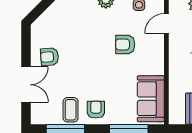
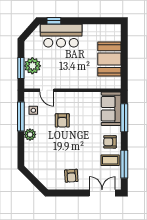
double door: (26, 85) -> (102, 193), moved
sofa: (151, 99) -> (111, 109), moved, turned 90

